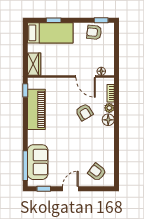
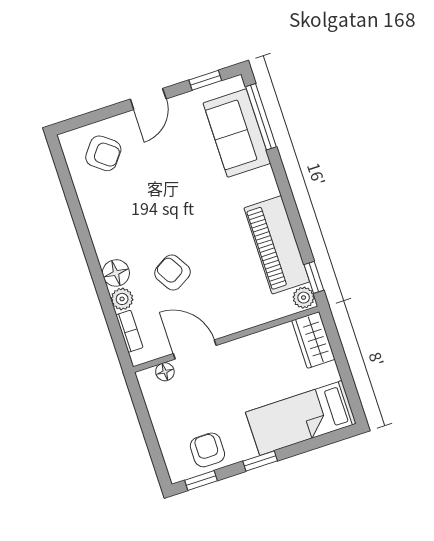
window: (54, 20) -> (260, 461), moved
armchair: (94, 32) -> (207, 450), turned -96
plant: (32, 83) -> (304, 298), added

